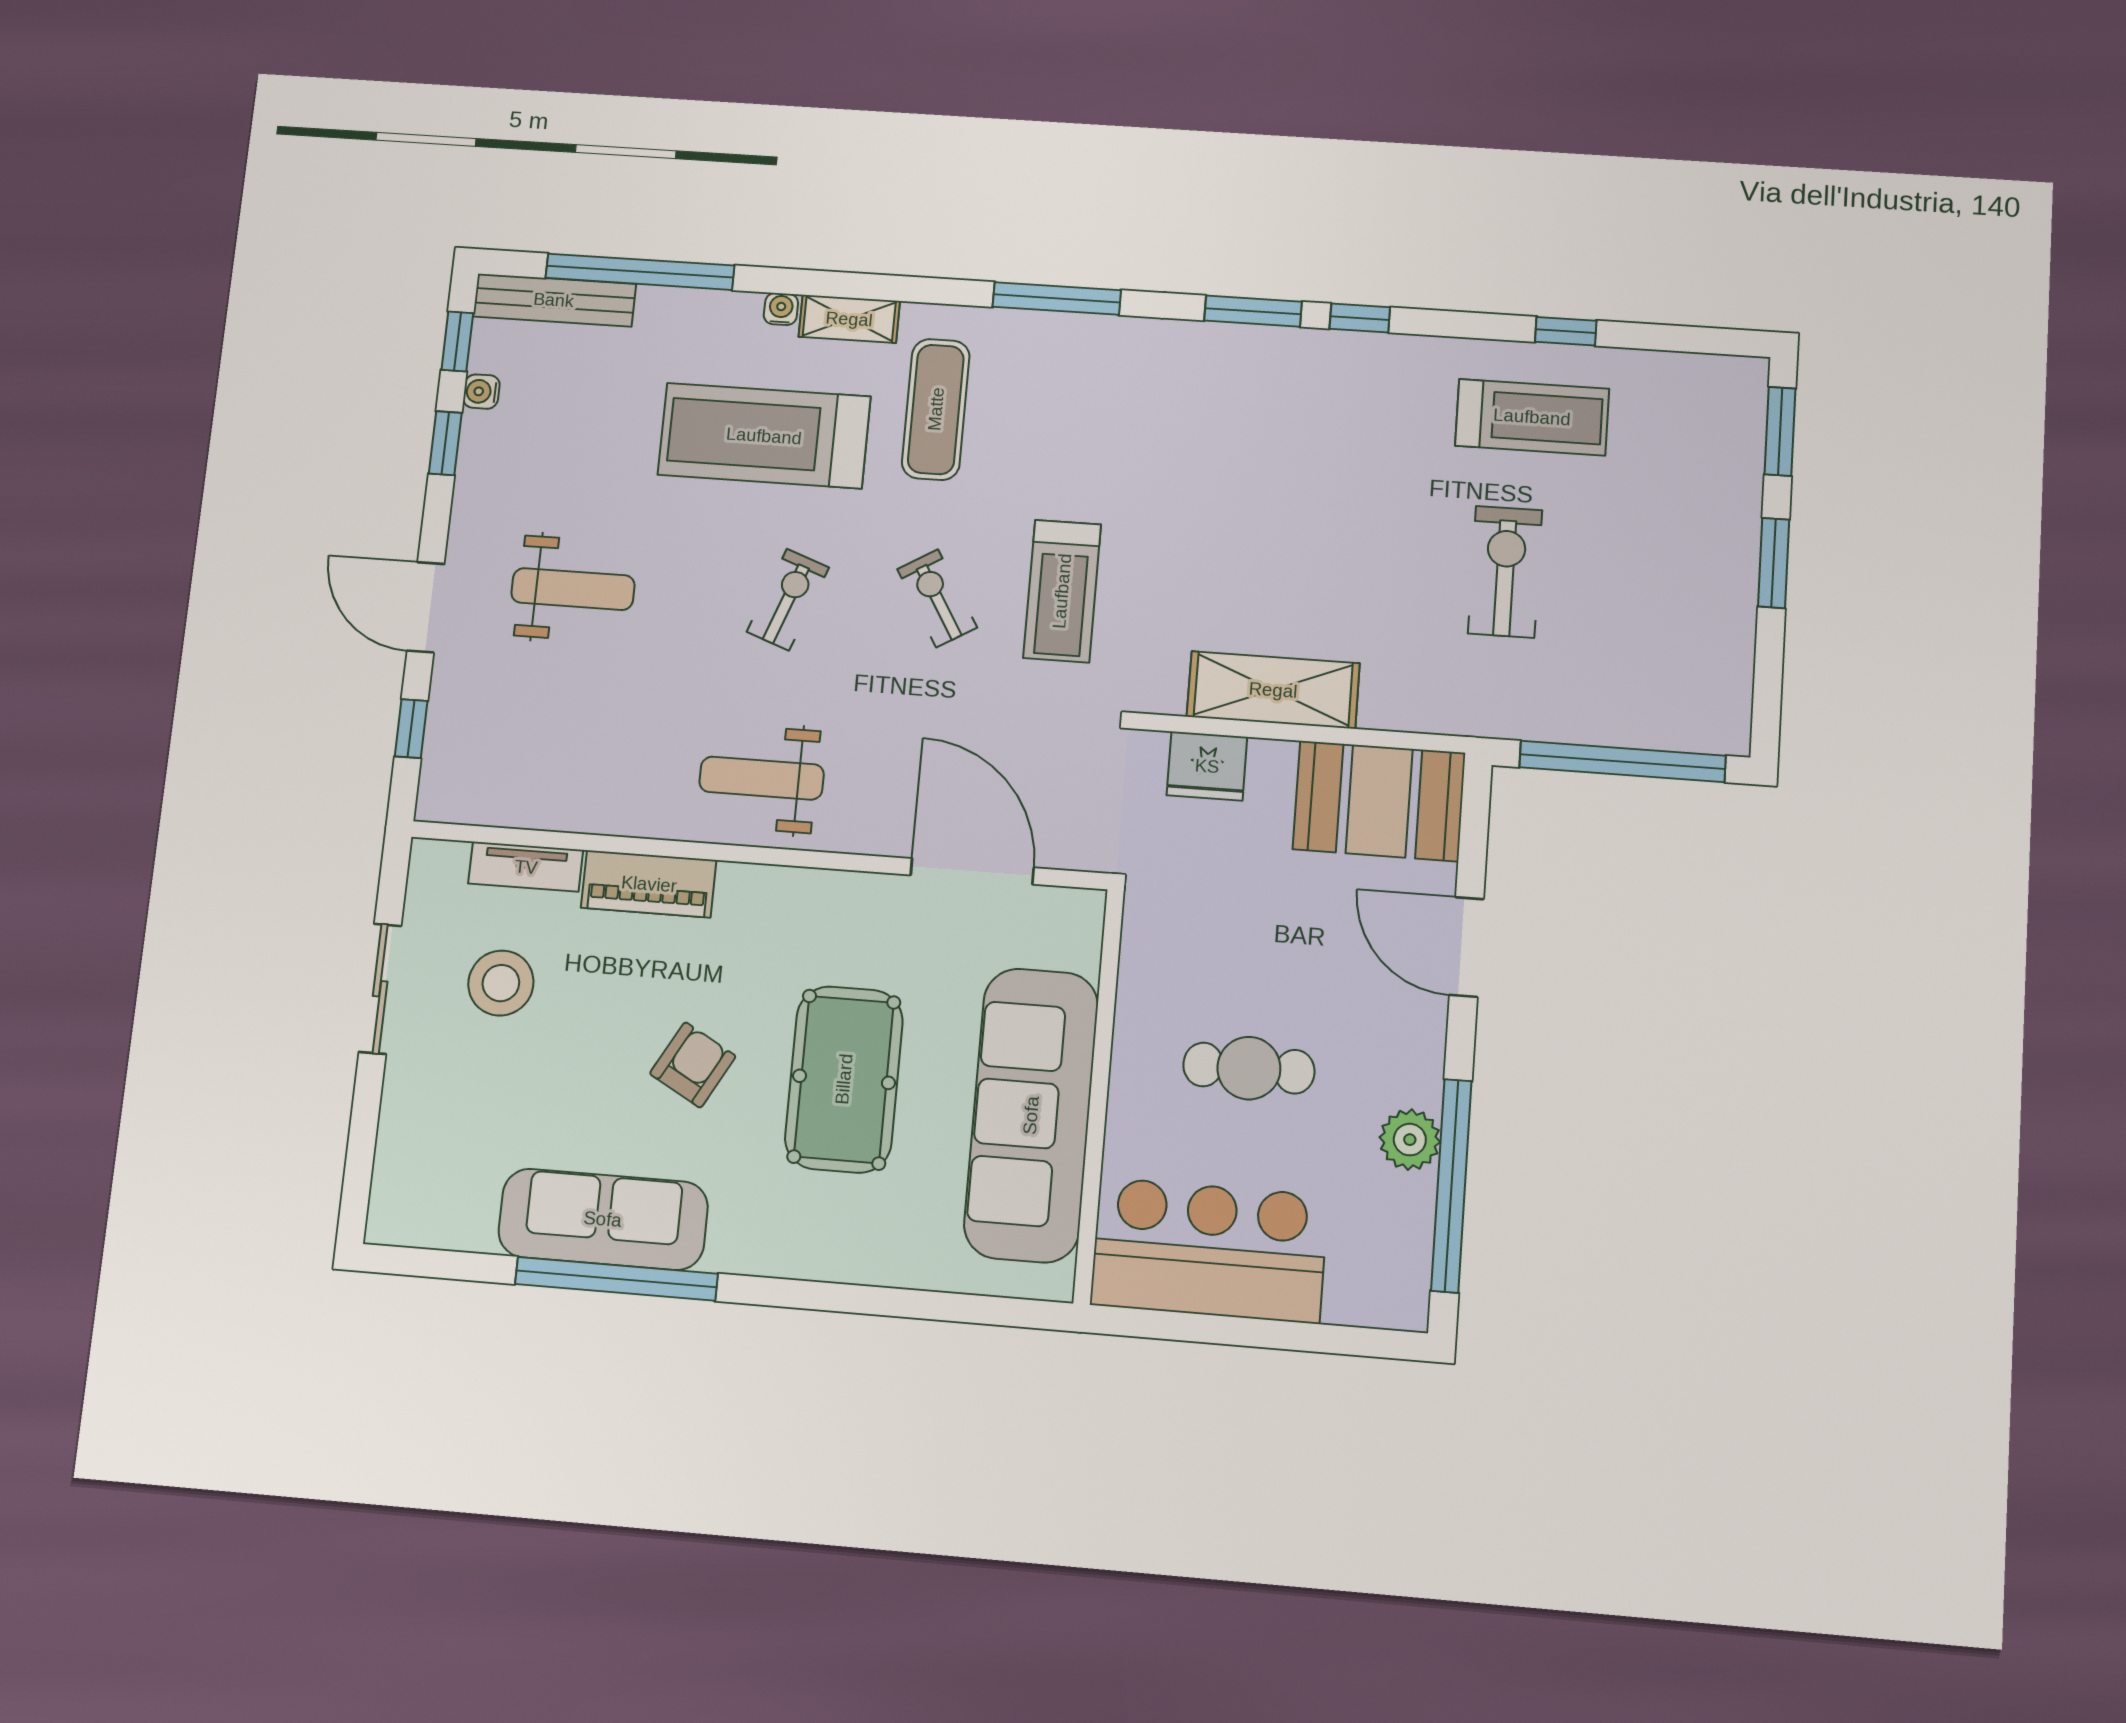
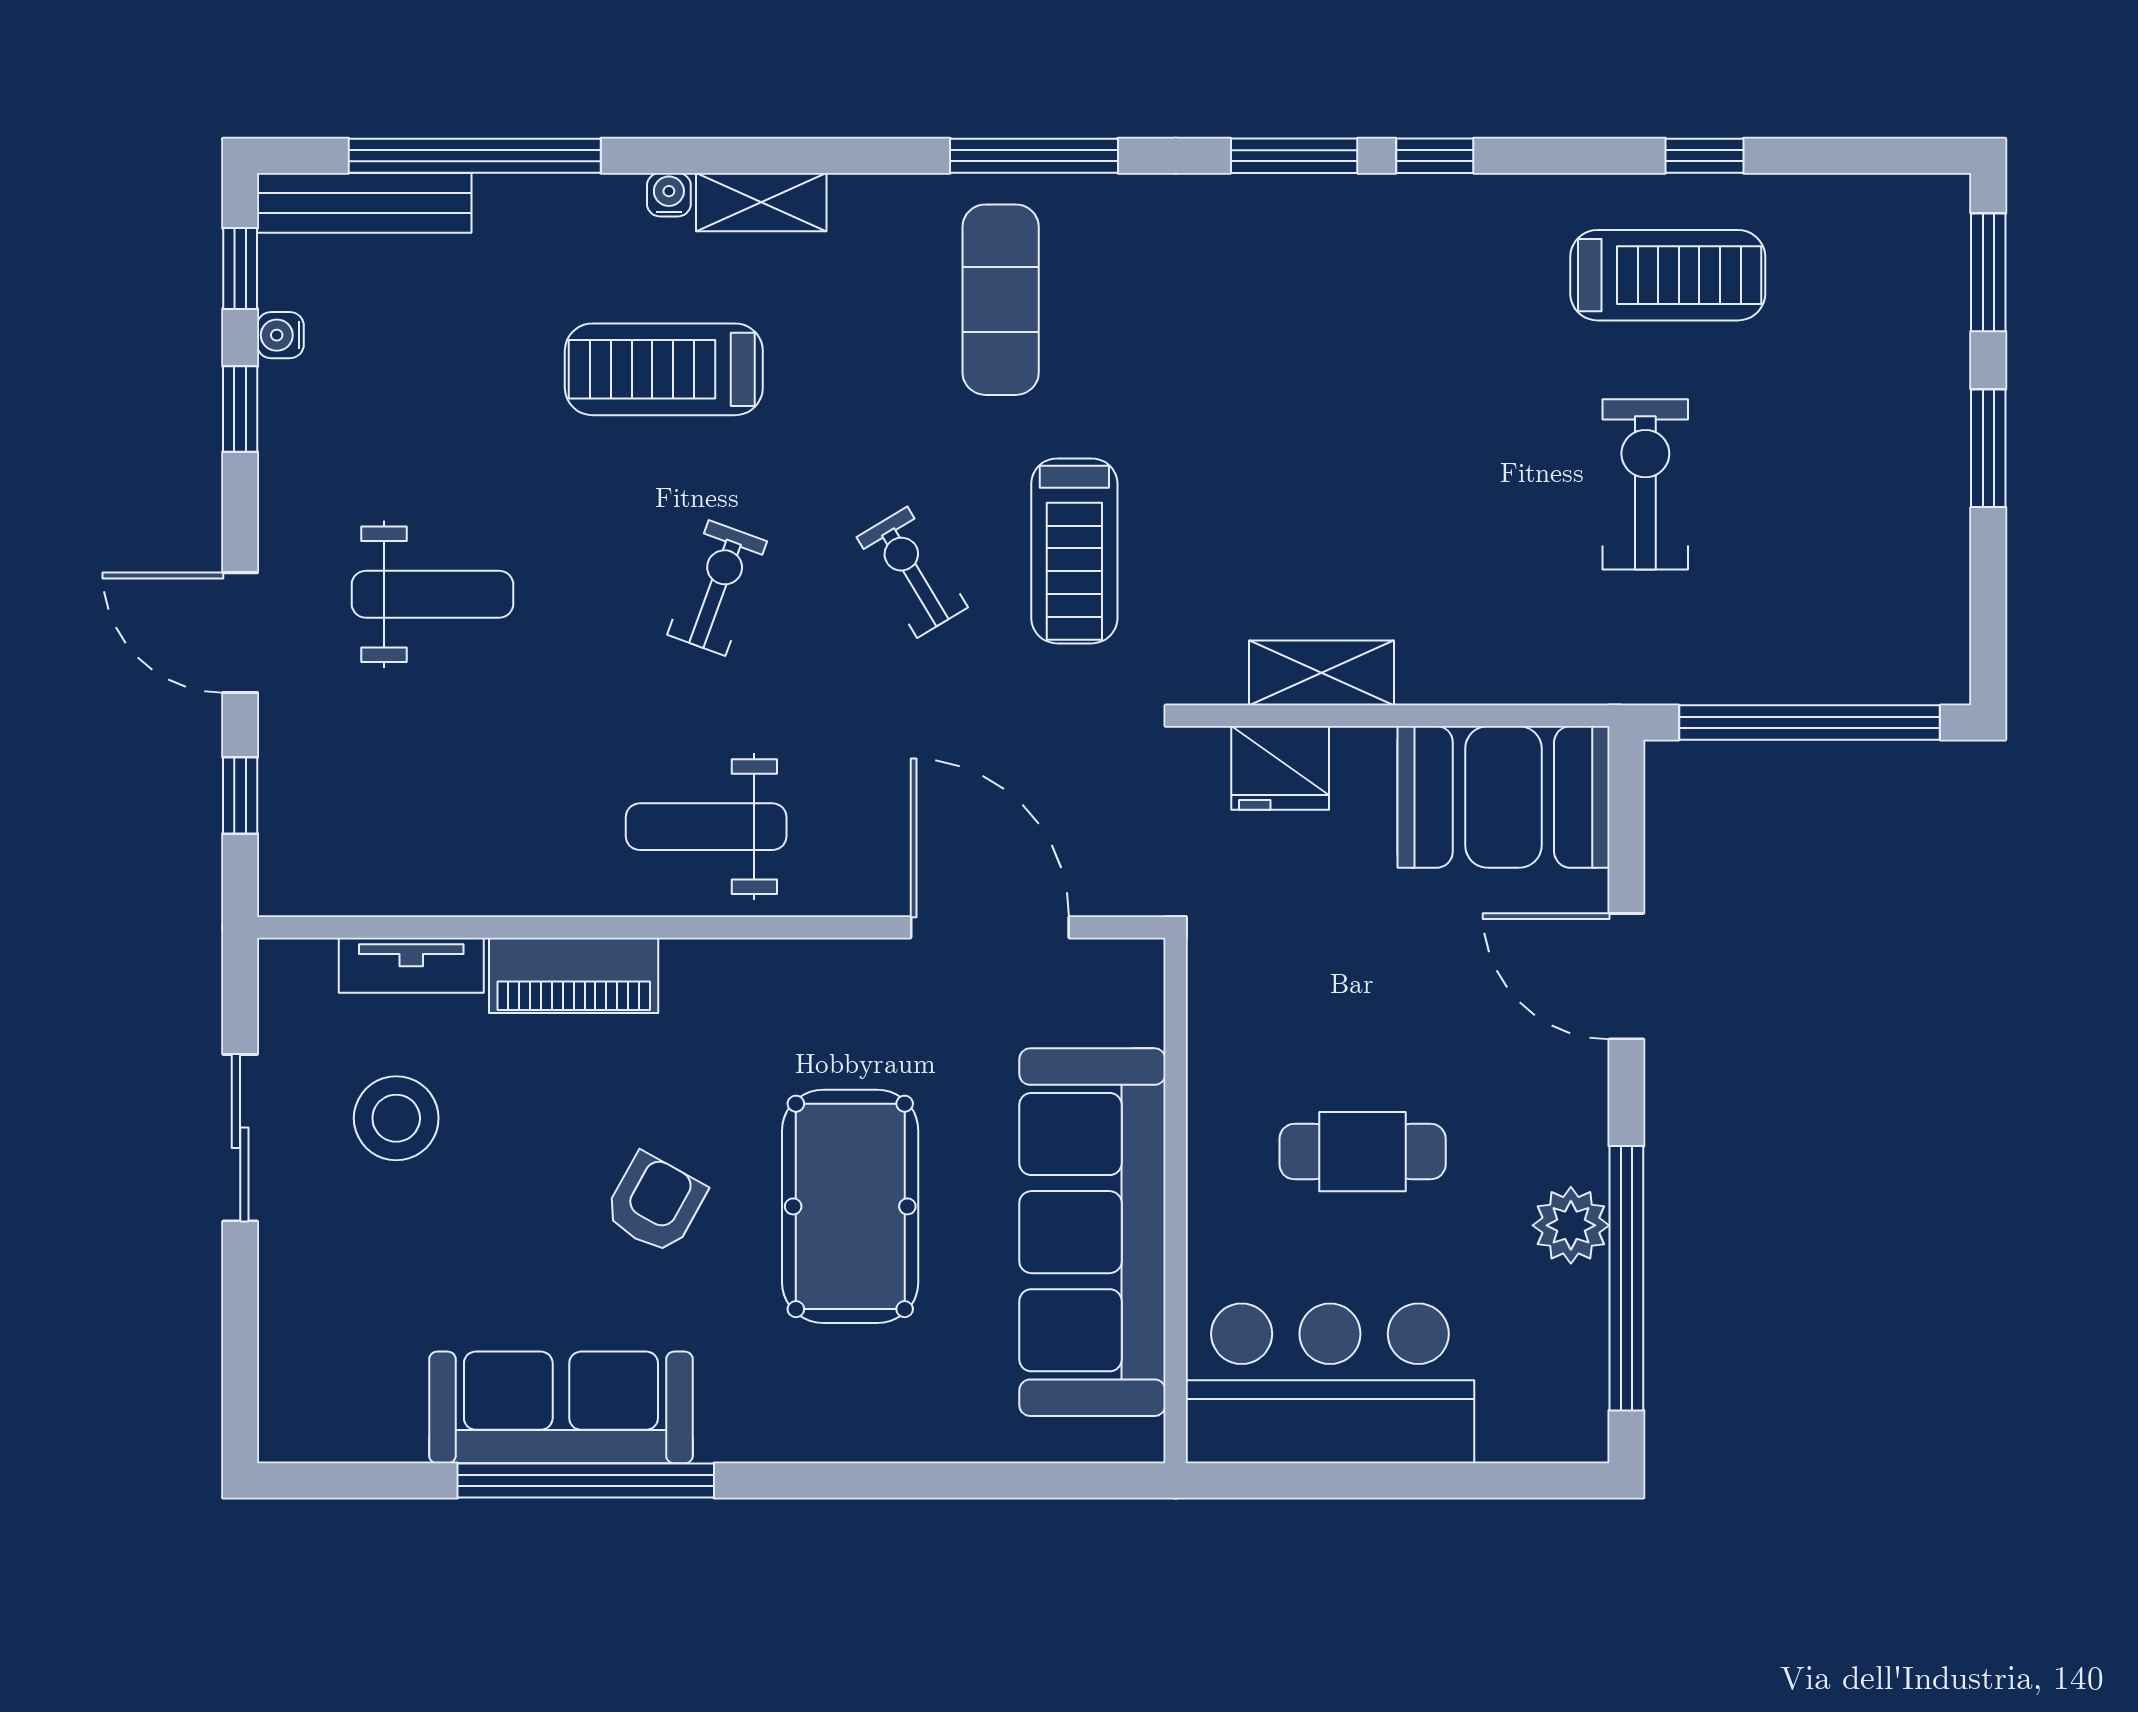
exercise mat: (936, 409) -> (1001, 300), moved
treadmill: (764, 436) -> (664, 369), width x0.73, depth x0.73
shelving: (1273, 690) -> (1322, 673), width x0.67, depth x0.75

